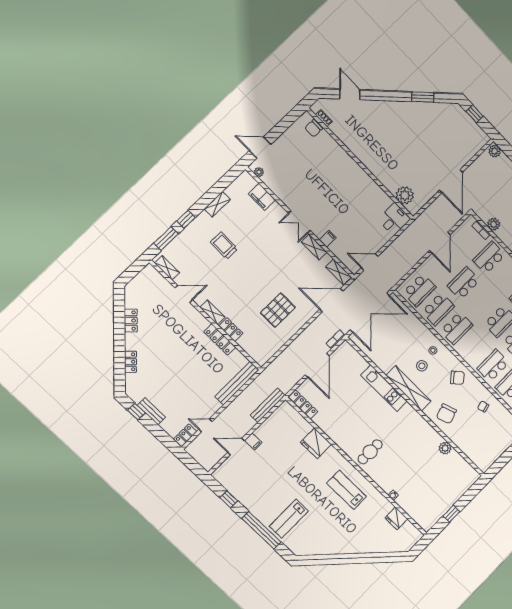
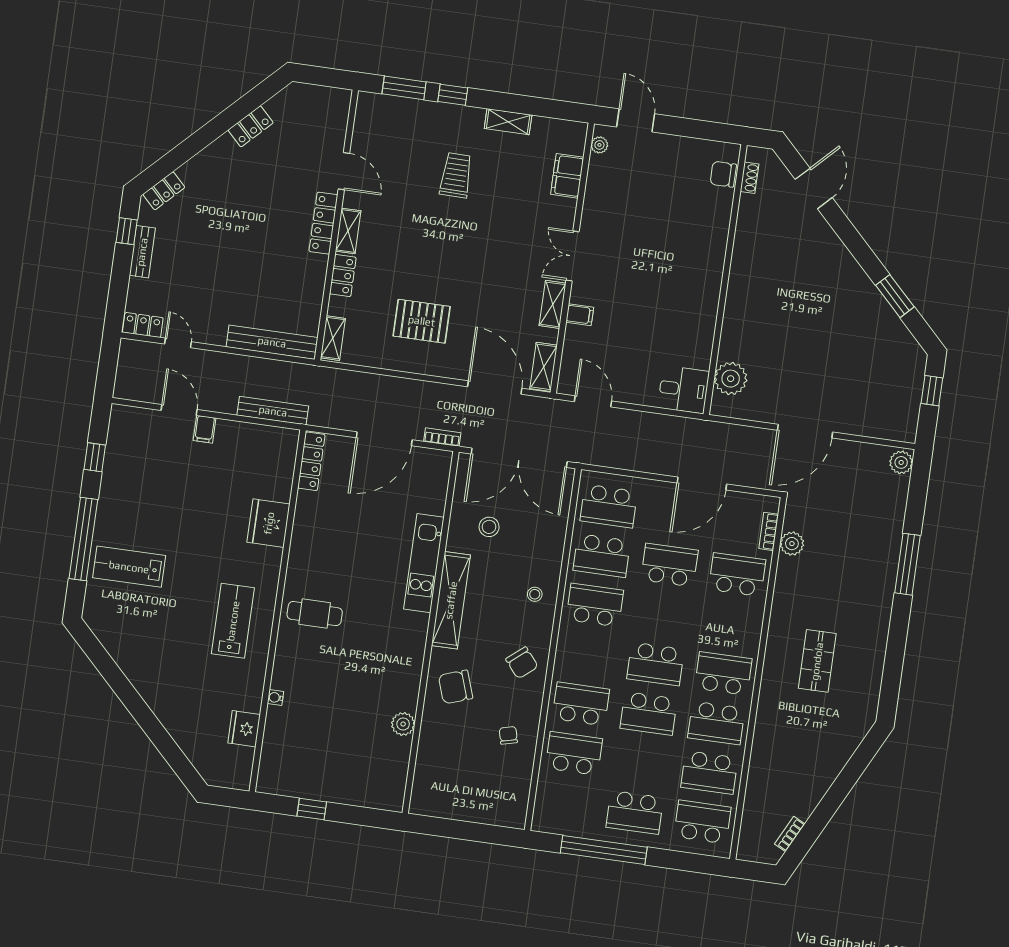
shelving: (167, 268) -> (333, 338), moved
school desk: (457, 328) -> (595, 605), turned 180
locker: (220, 339) -> (323, 223), moved
locker: (130, 362) -> (164, 191), moved
stool: (422, 366) -> (489, 527), moved

